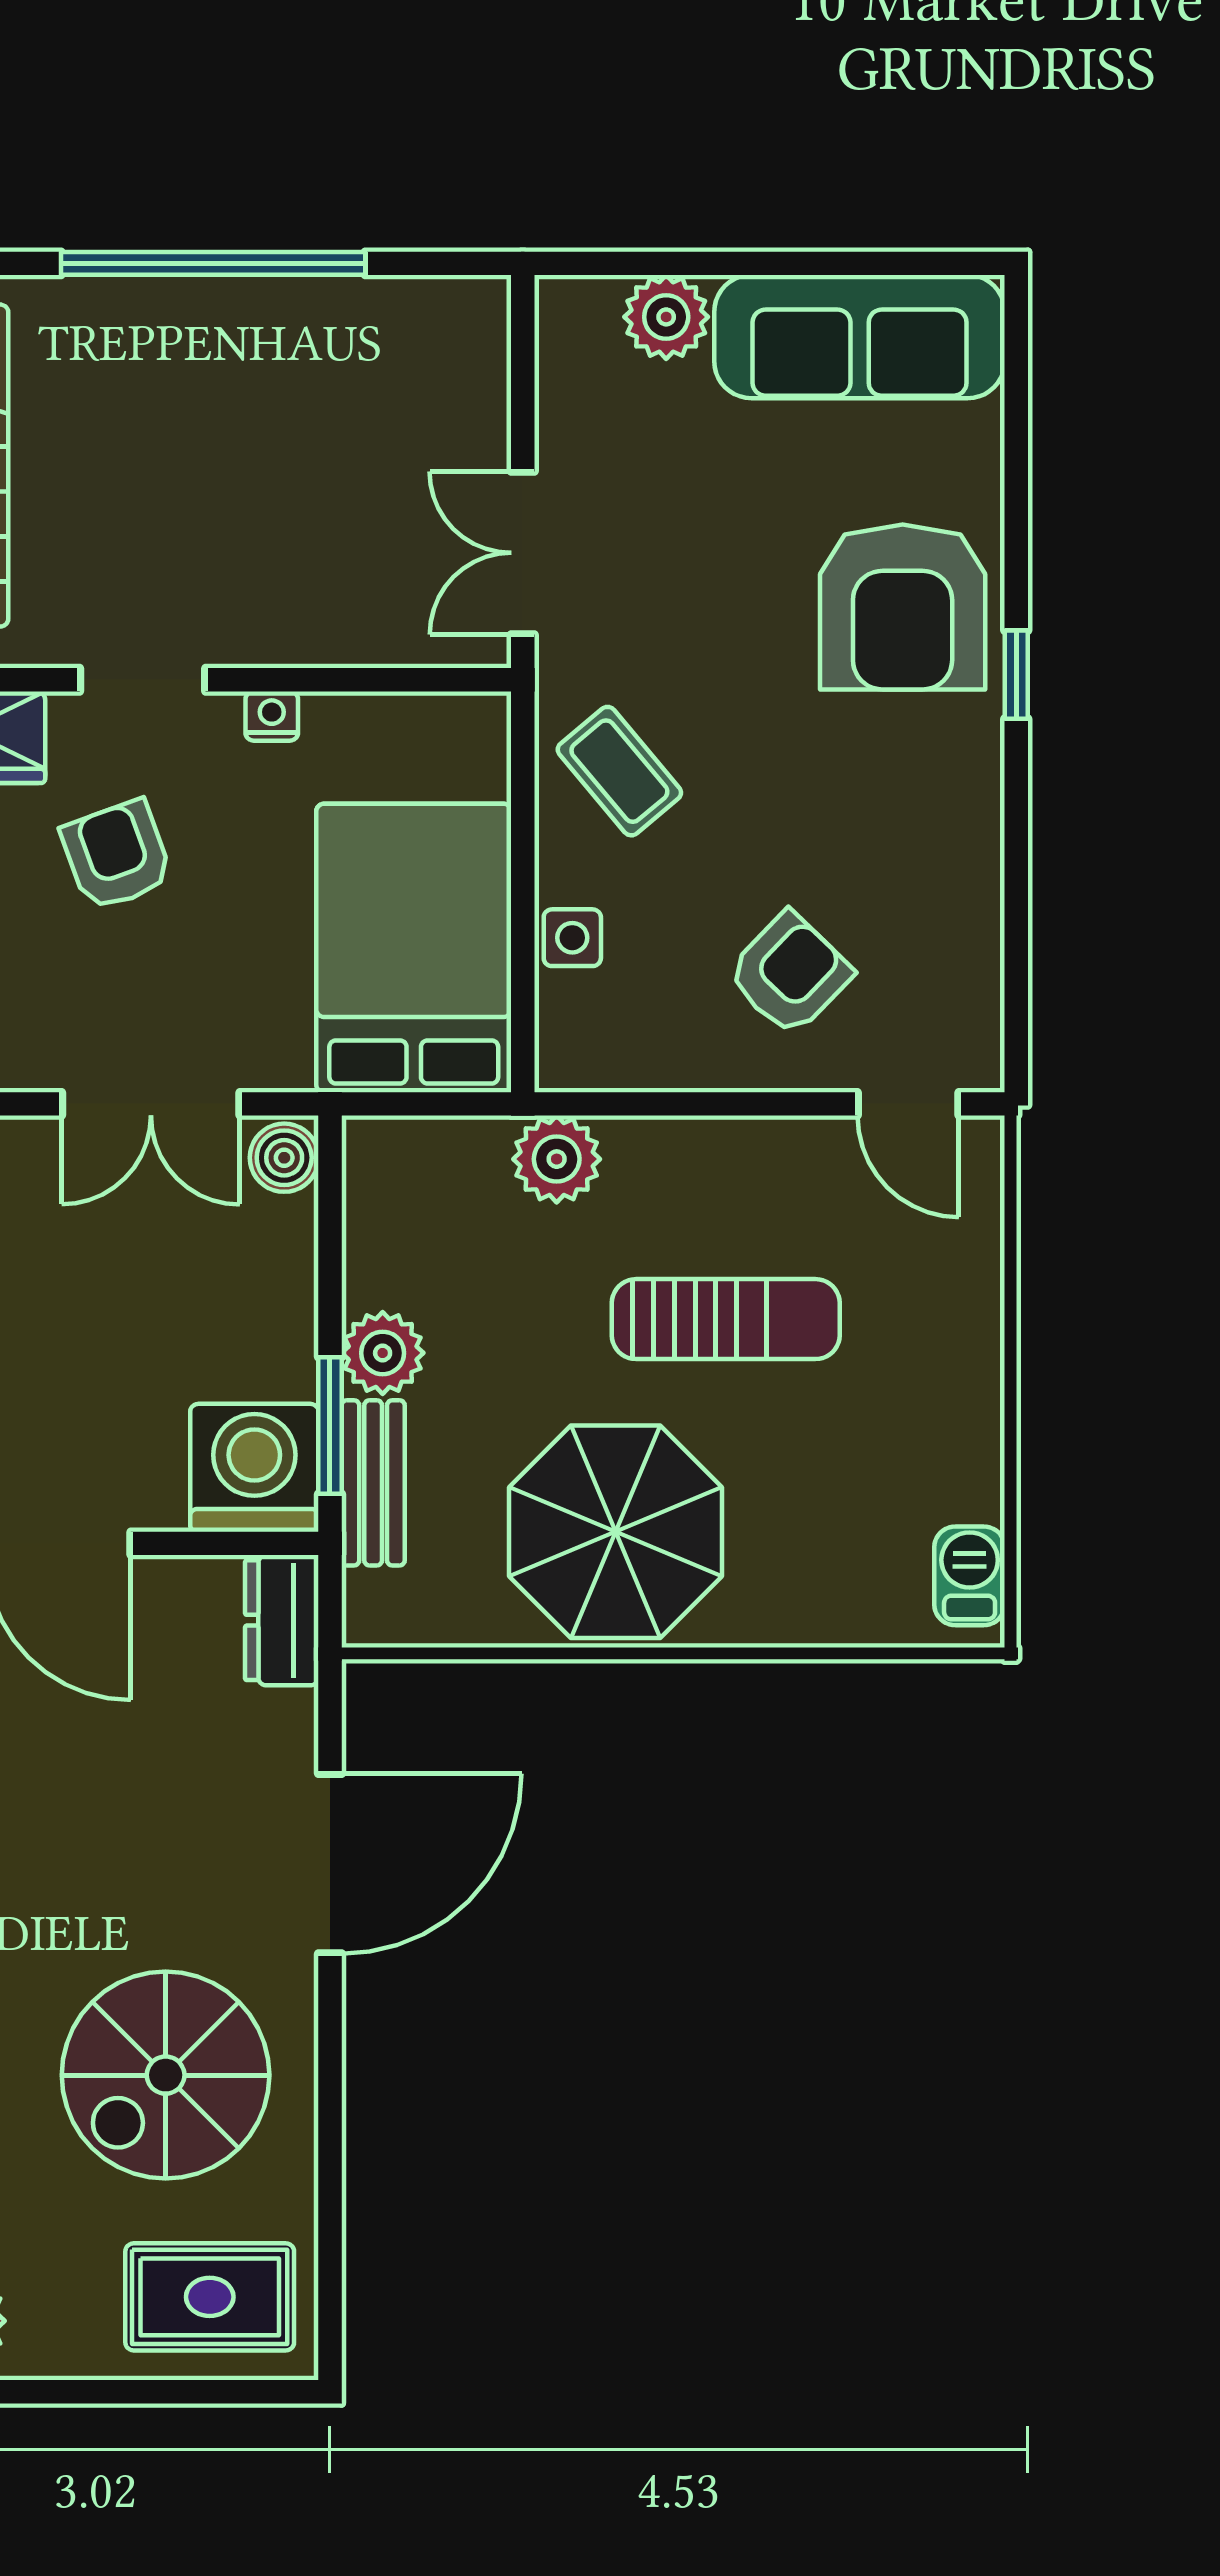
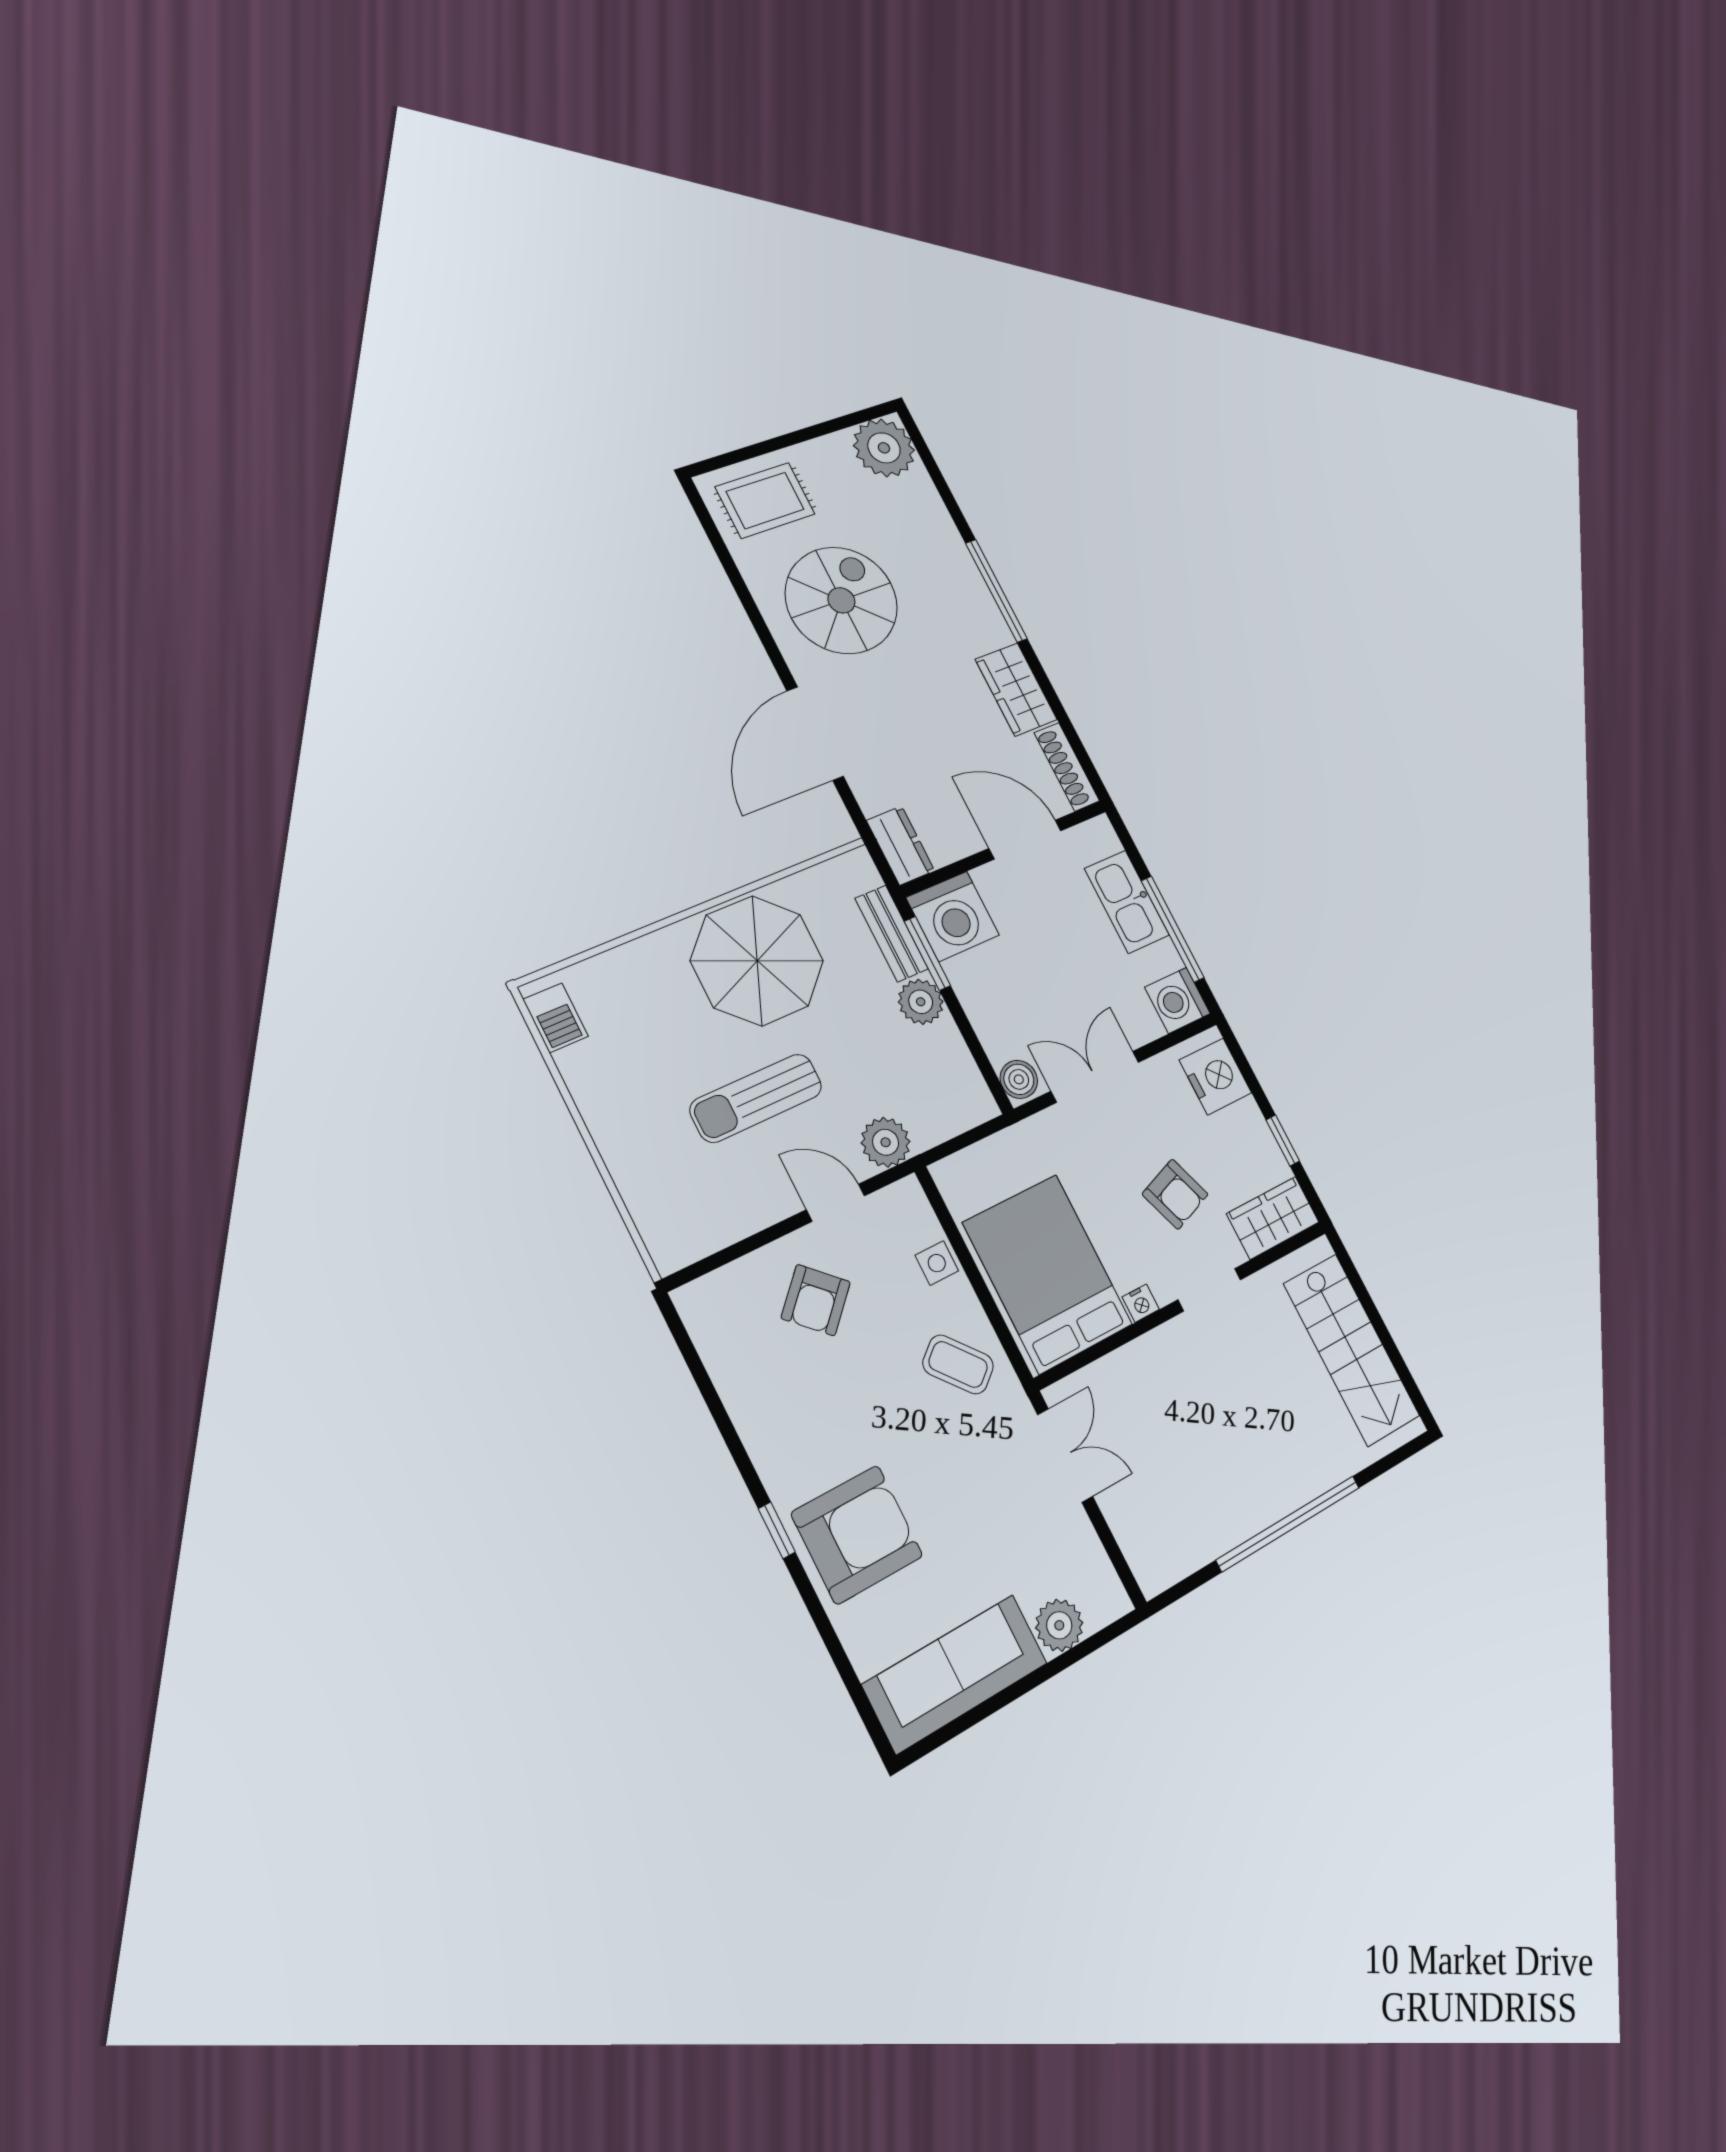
armchair: (903, 607) -> (857, 1535), turned 90
bed: (414, 948) -> (1048, 1274), moved, turned 180
door: (908, 1104) -> (835, 1203), moved

